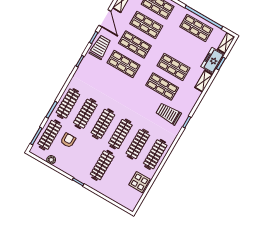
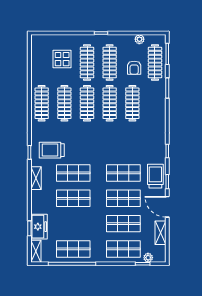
trolley: (100, 47) -> (155, 176), turned 180
shelving: (204, 81) -> (36, 178), moved
clothes rail: (68, 103) -> (110, 63), moved
trolley: (168, 114) -> (52, 150), turned 180
display table: (139, 182) -> (62, 59), moved

